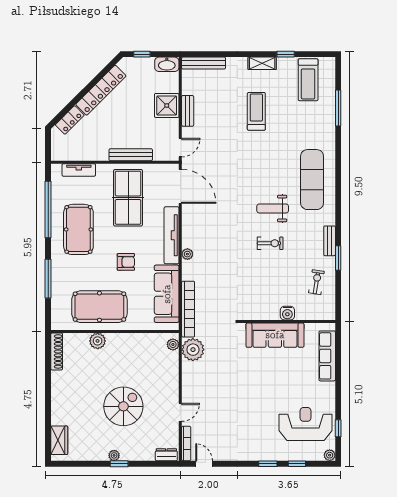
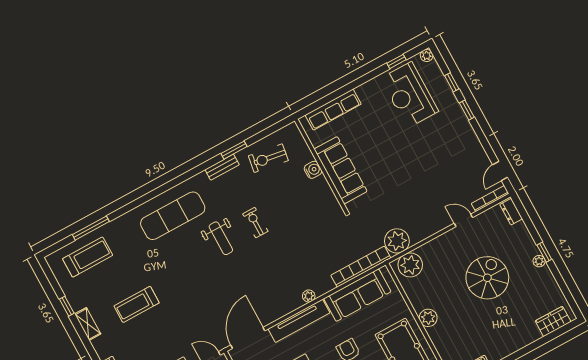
treadmill: (308, 80) -> (88, 257), moved
exercise bike: (316, 282) -> (268, 158), width x1.38, depth x1.39
plant: (98, 341) -> (428, 318), moved
plant: (173, 344) -> (410, 265), width x1.88, depth x1.88
spiral stairs: (123, 406) -> (487, 278), turned 90

